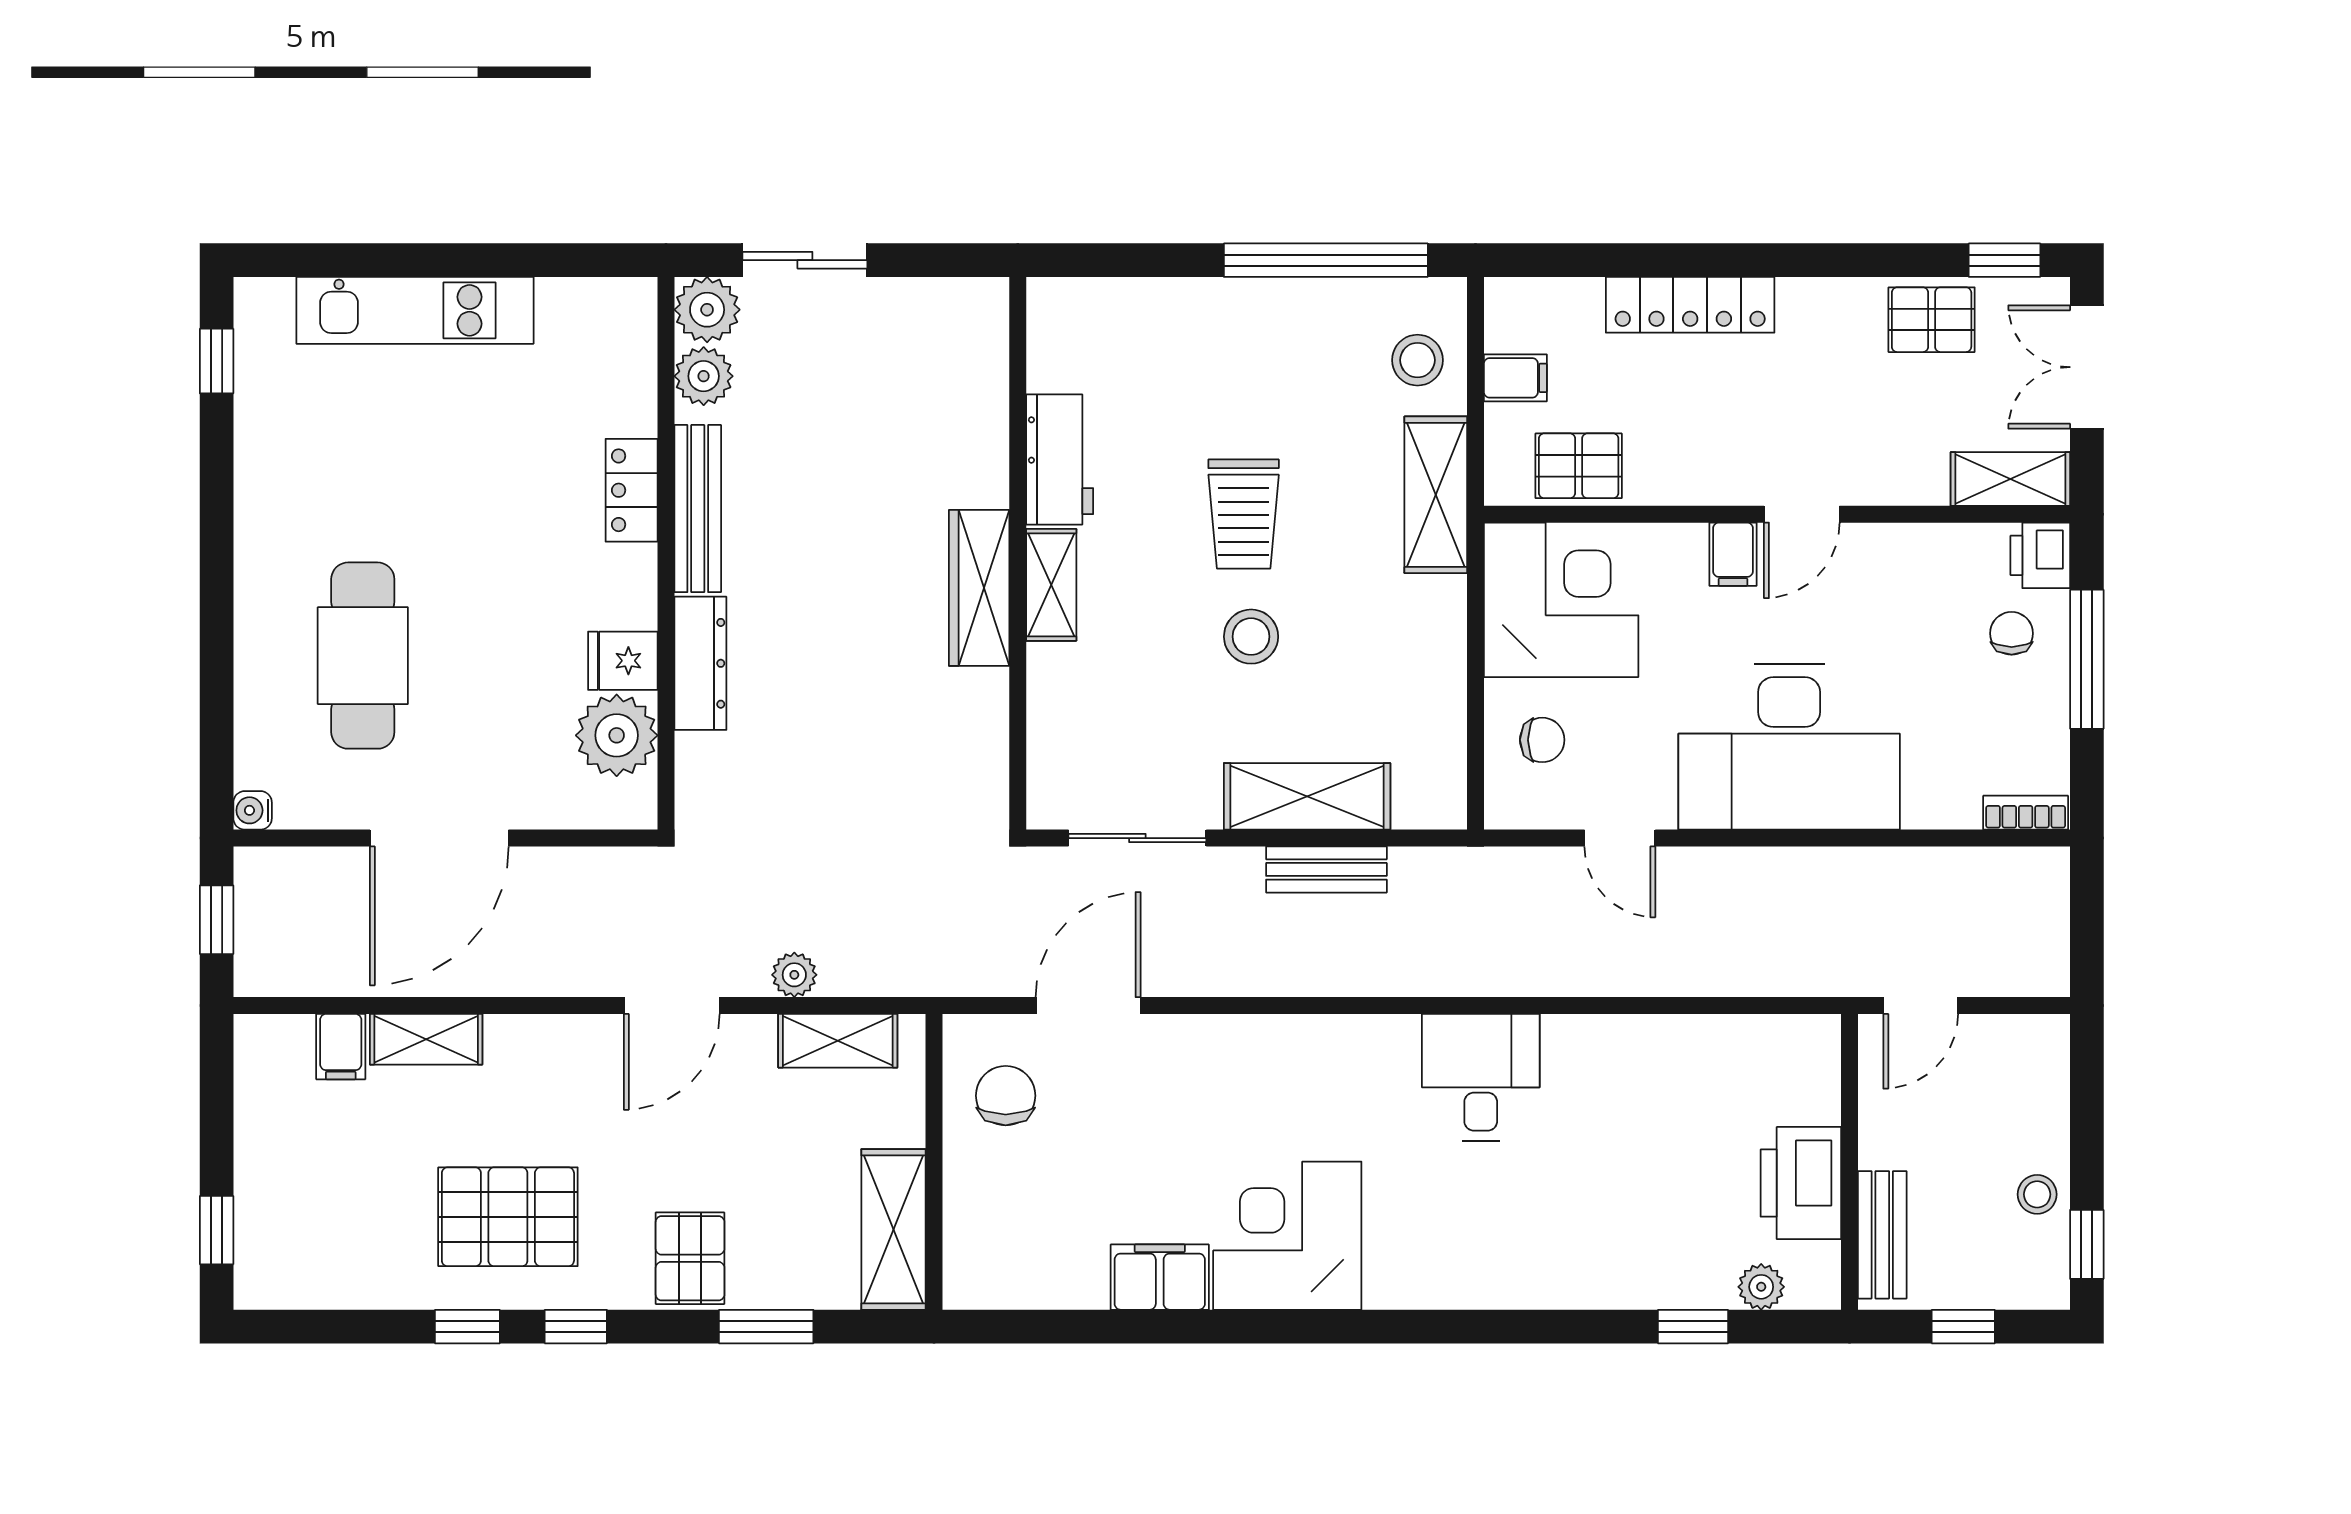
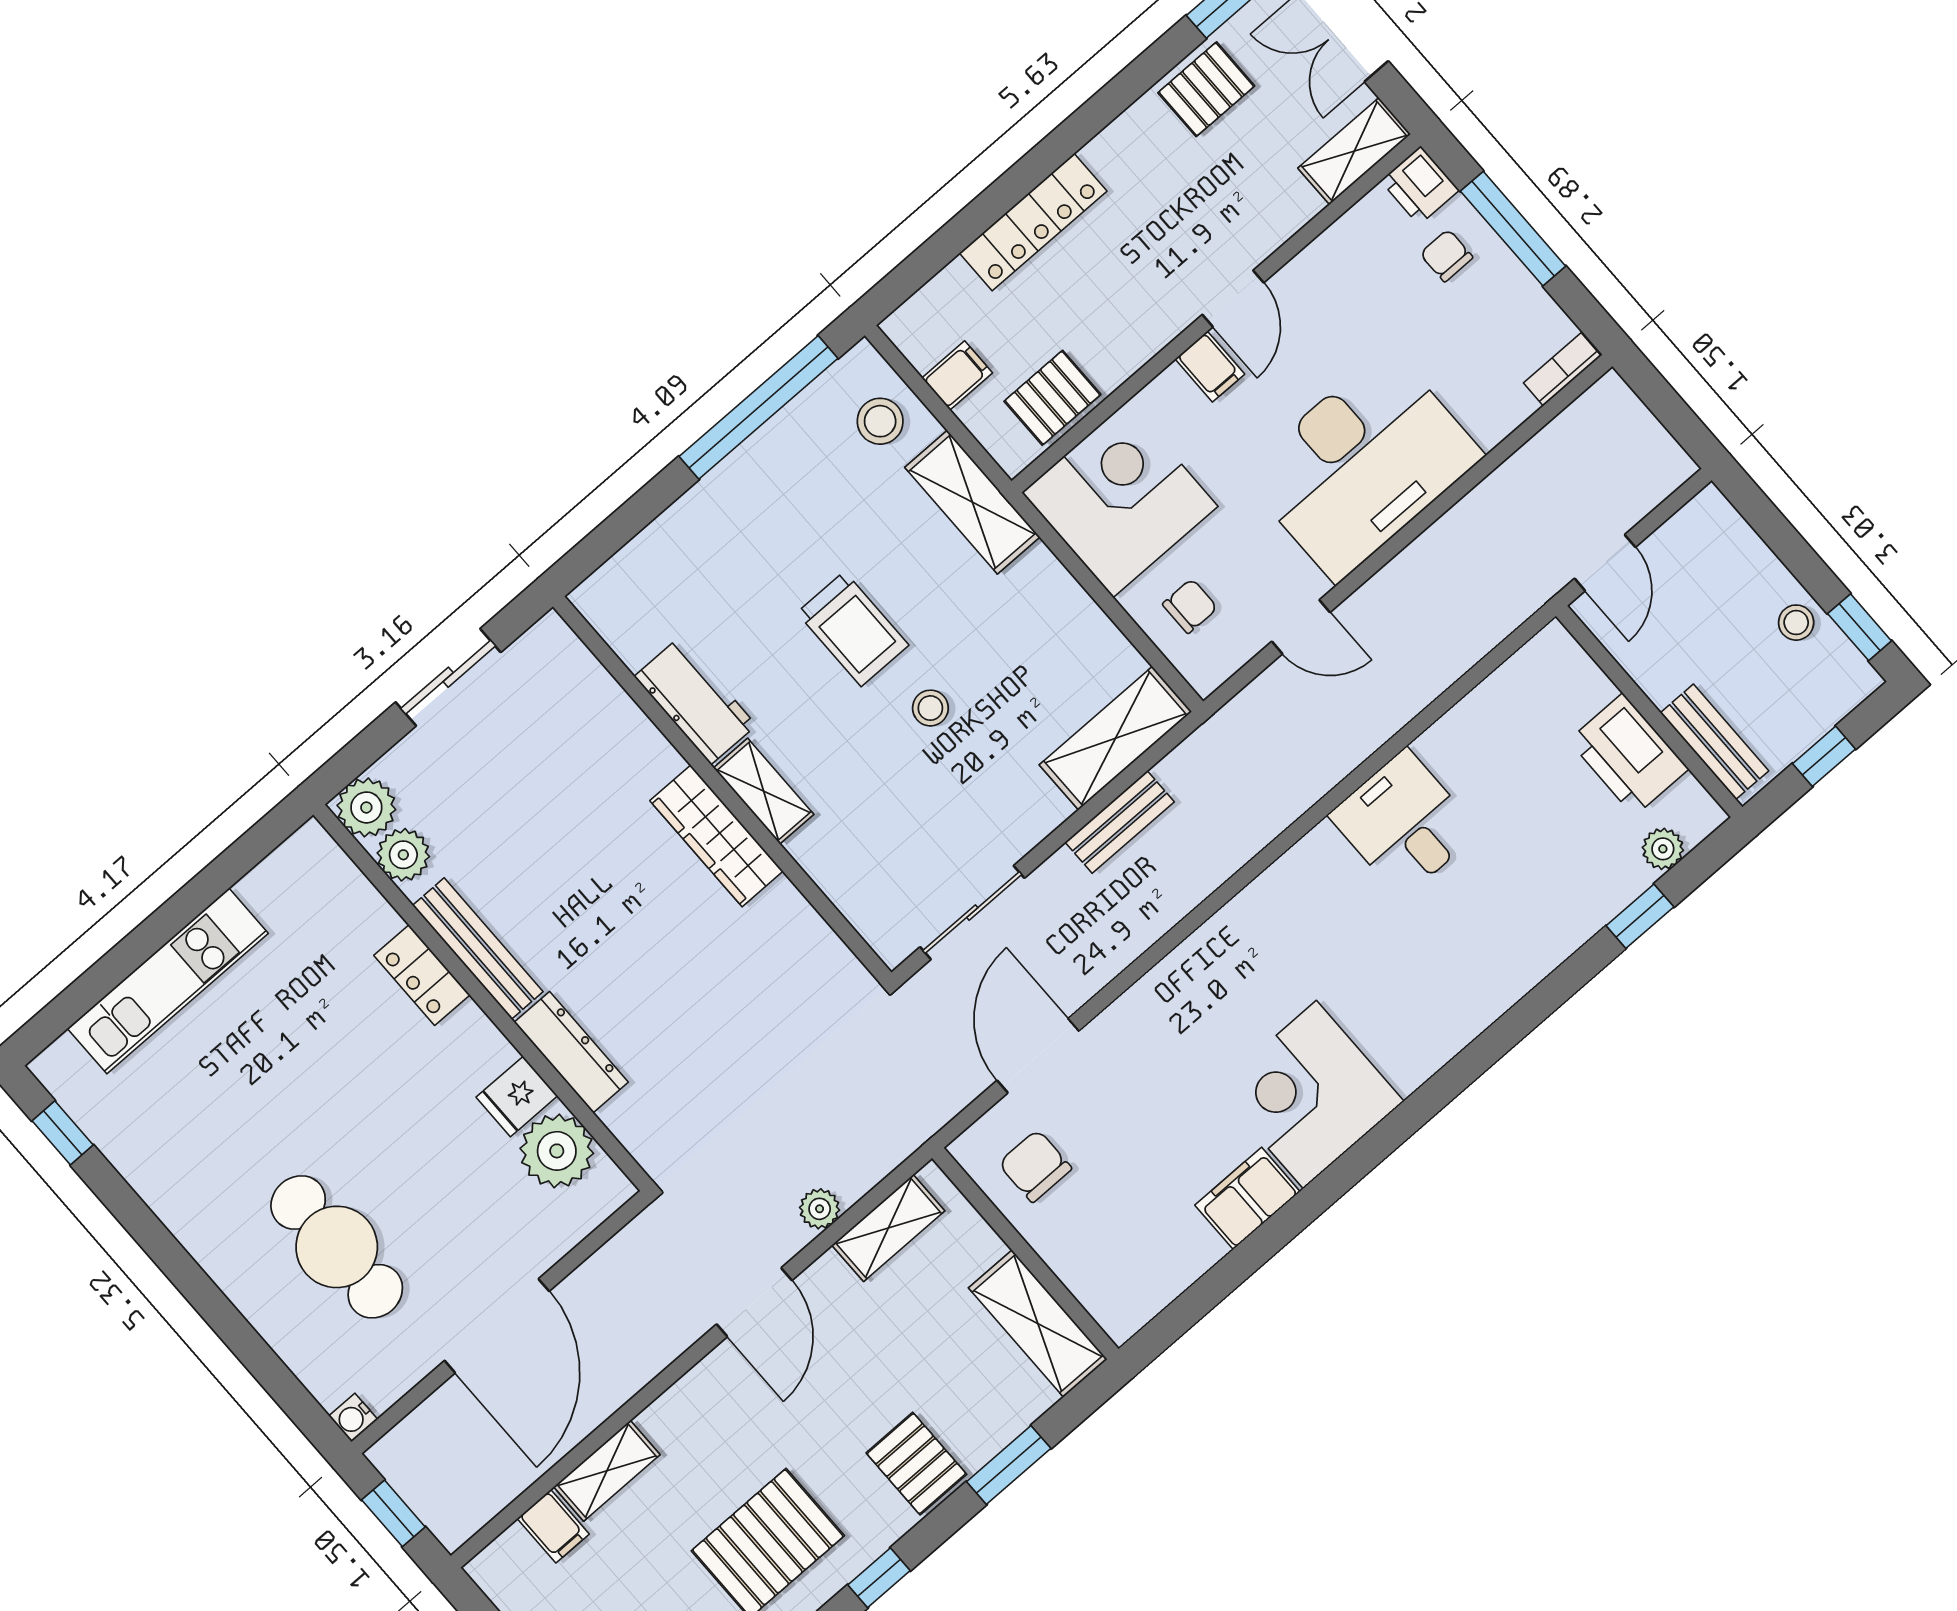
sliding door: (805, 260) -> (448, 677), moved
stool: (1251, 637) -> (930, 708), width x0.73, depth x0.73
shelving: (1307, 796) -> (1115, 738), moved
desk: (1481, 1077) -> (1404, 823), moved

